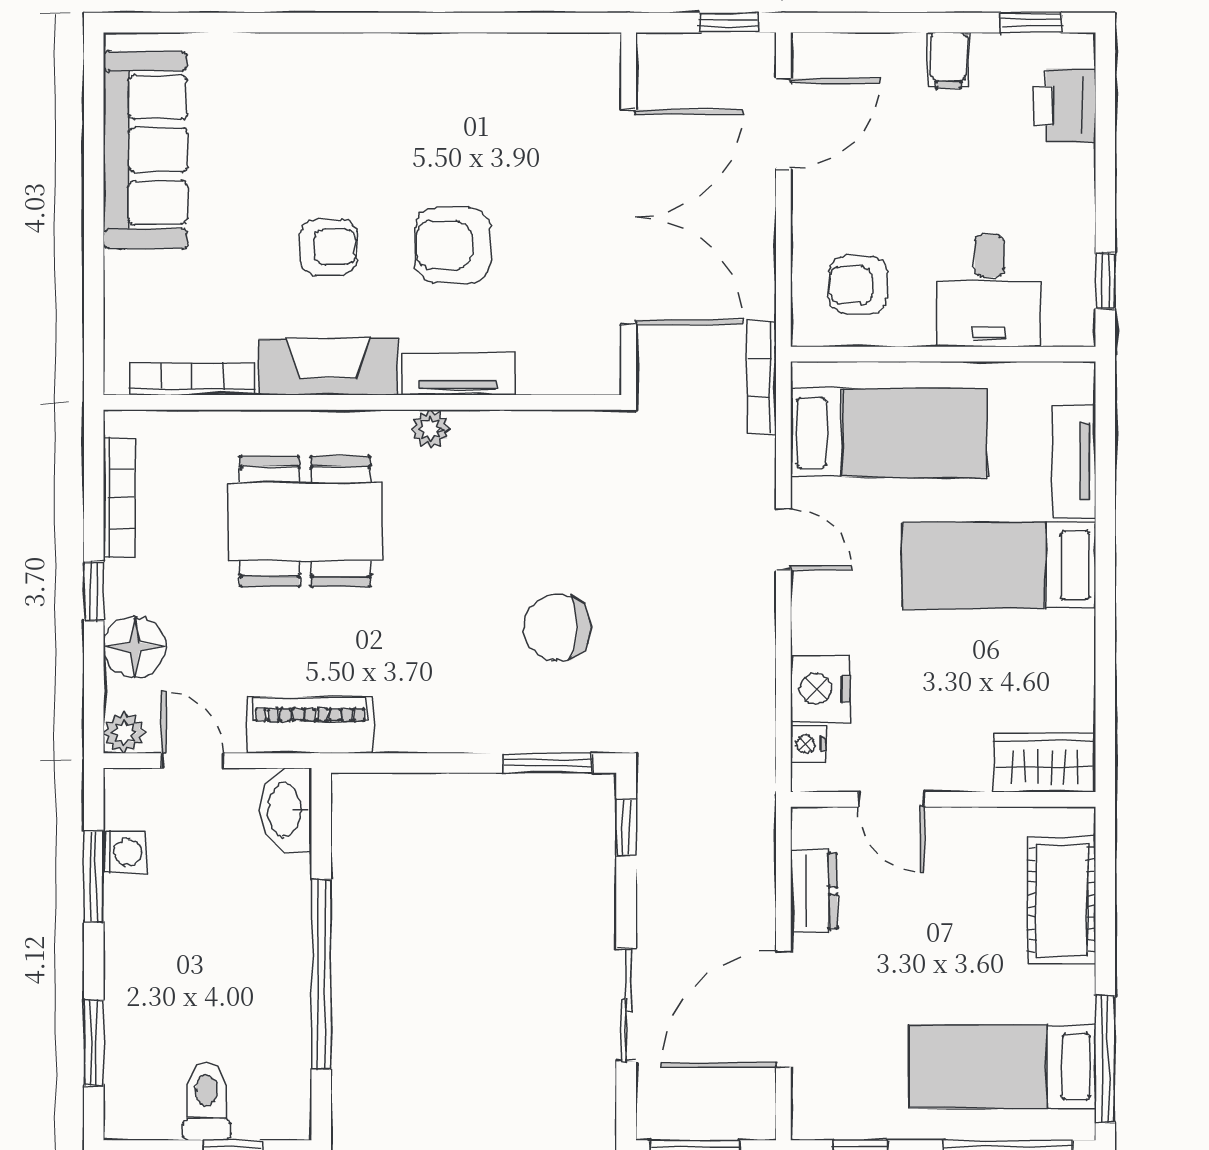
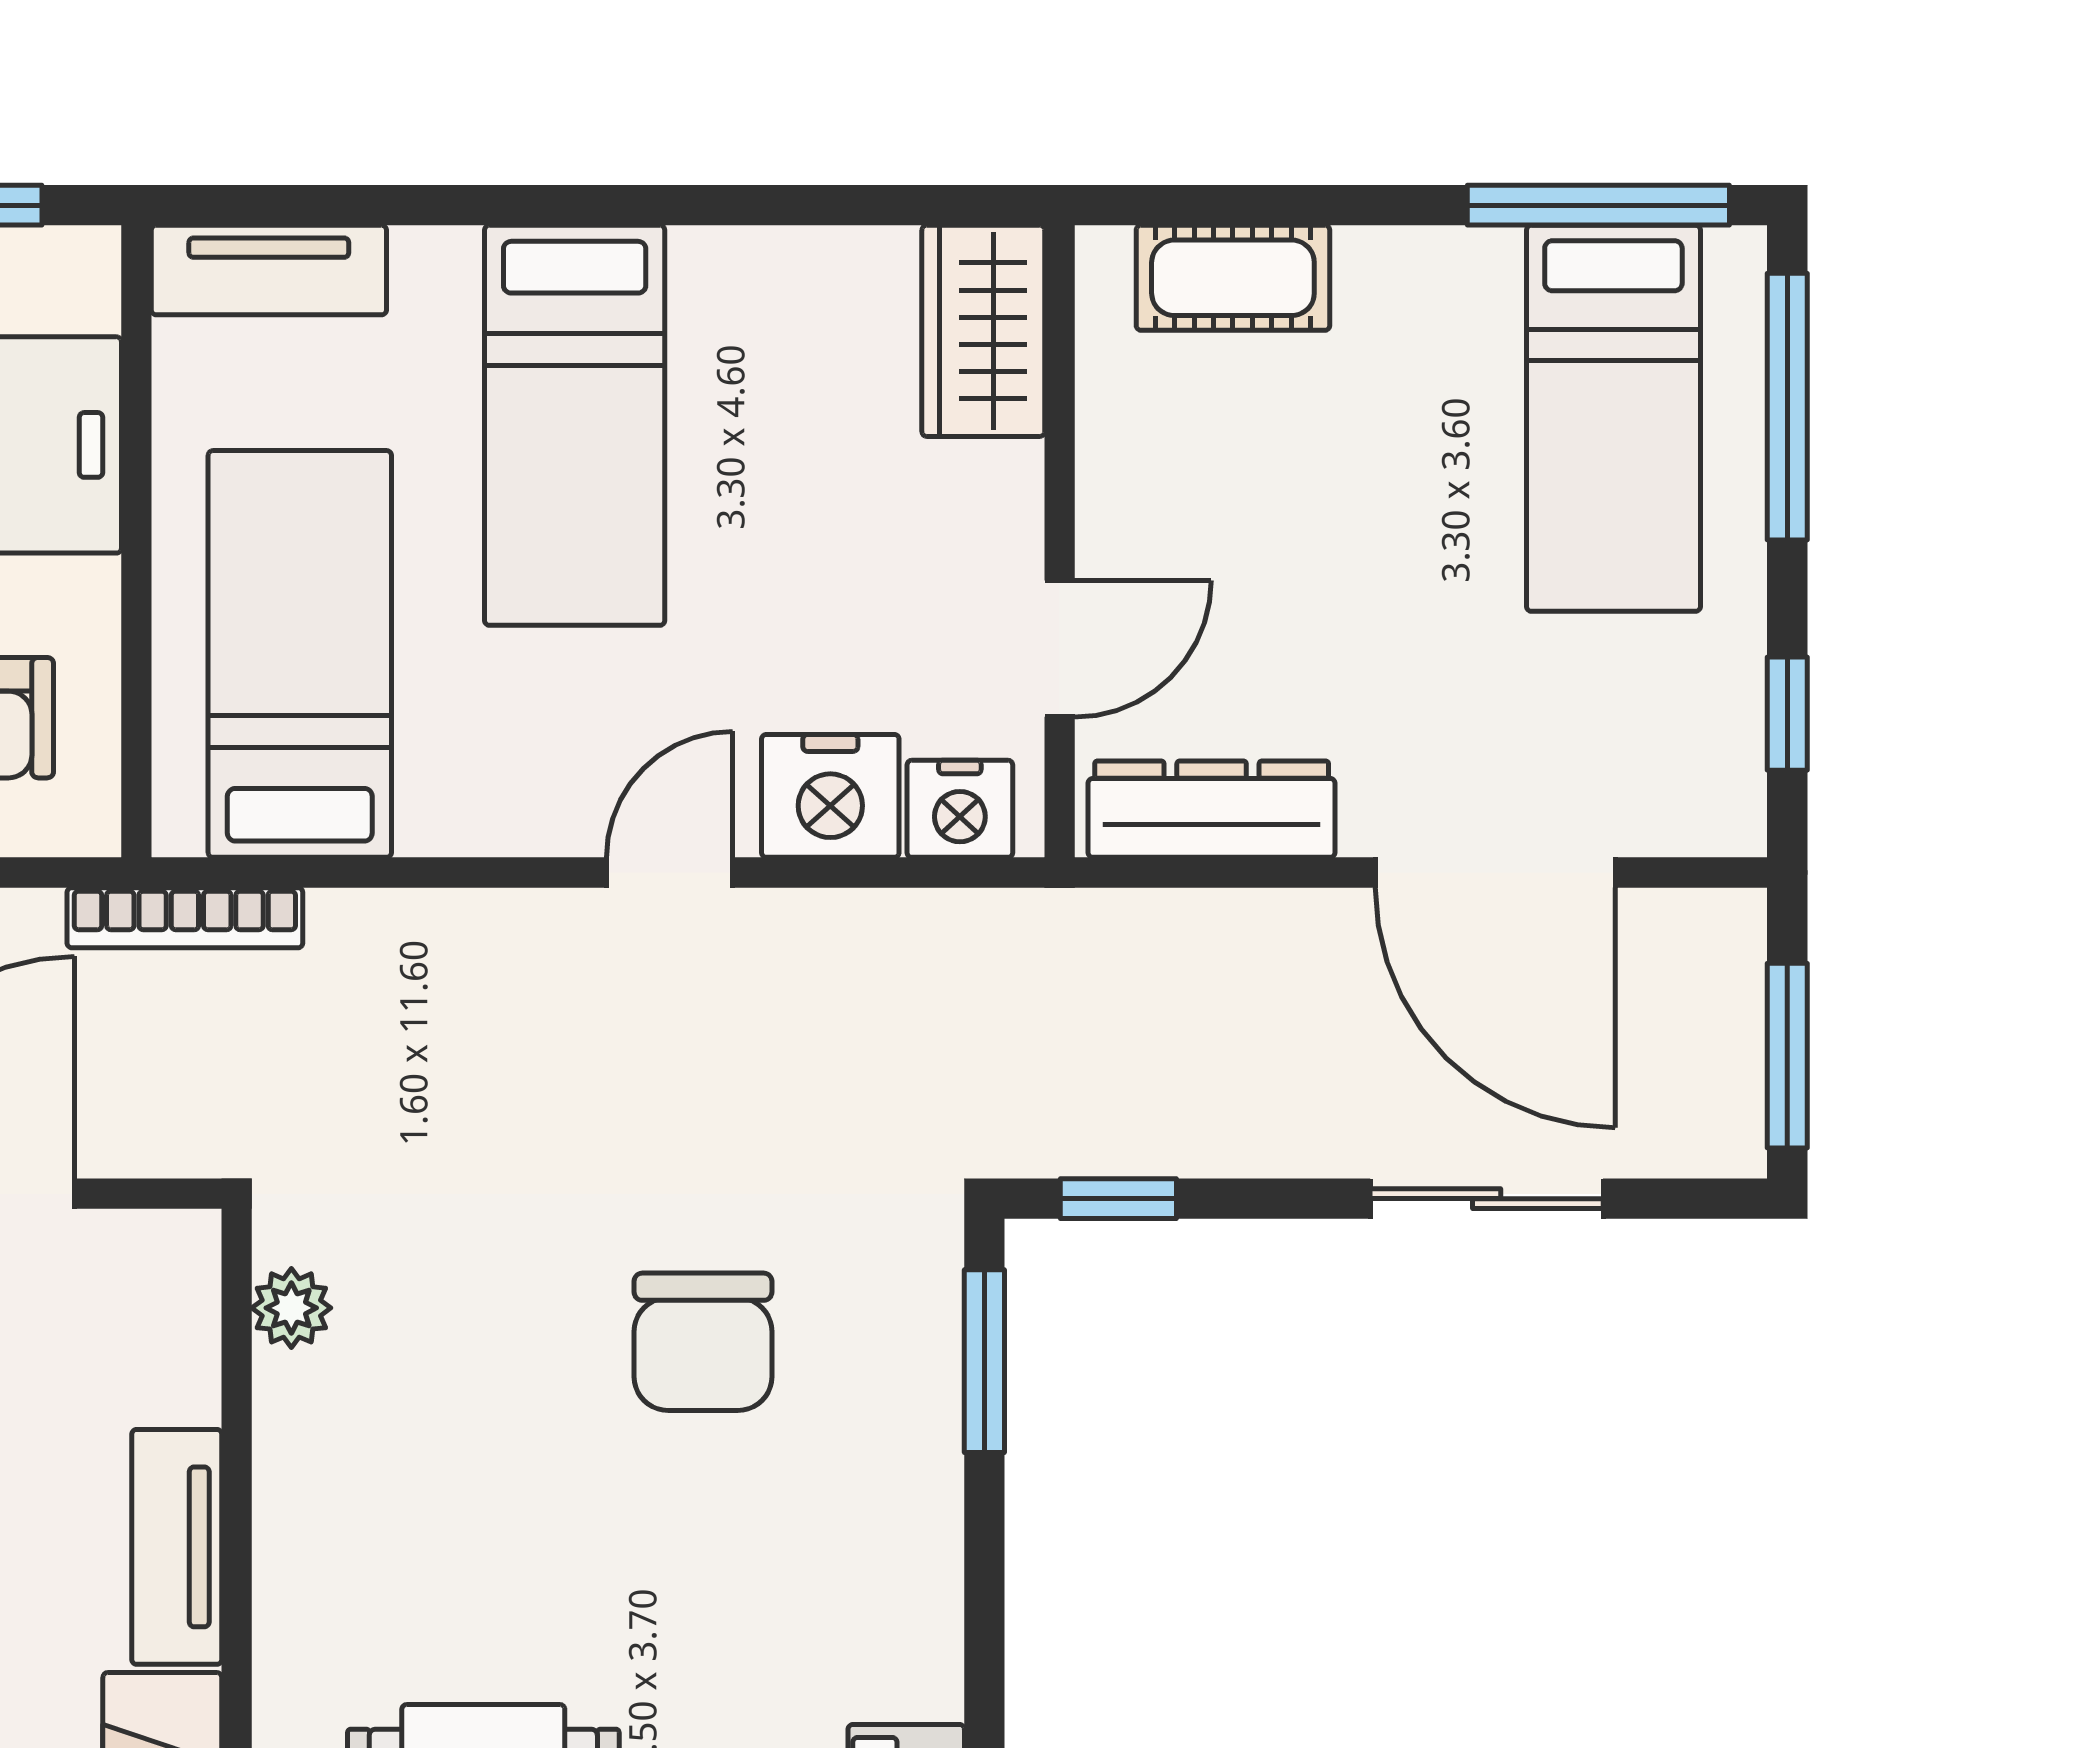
plant: (430, 429) -> (291, 1308), moved
tv unit: (1074, 462) -> (269, 270), moved
door: (783, 539) -> (670, 872), moved
nightstand: (808, 744) -> (960, 809), width x1.39, depth x1.35
dresser: (814, 891) -> (1212, 809), width x1.44
cot: (1062, 900) -> (1233, 278), width x0.73, depth x0.75

